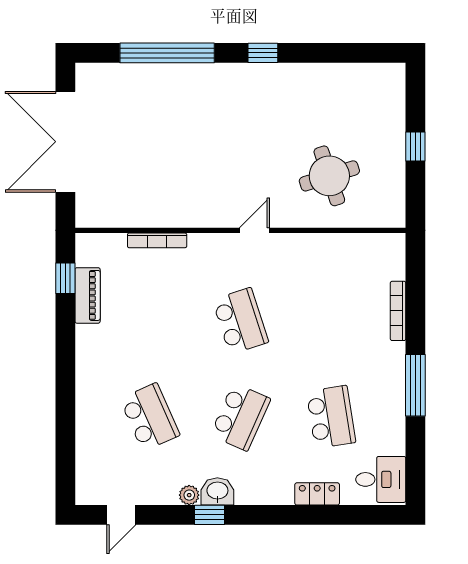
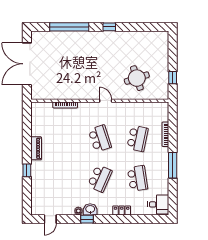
window: (415, 146) -> (173, 78), moved
door: (254, 230) -> (106, 101), hinge flipped
window: (65, 278) -> (27, 170), moved
piano: (88, 295) -> (36, 148), moved
school desk: (150, 417) -> (138, 138), moved, turned 36
locker: (317, 494) -> (122, 210), moved

